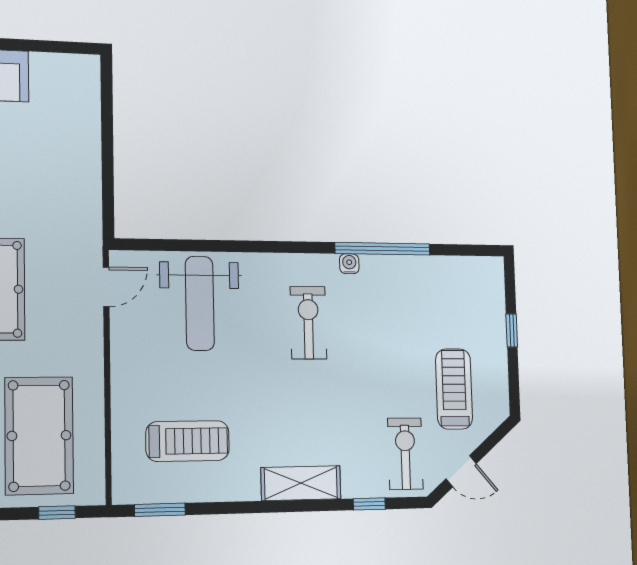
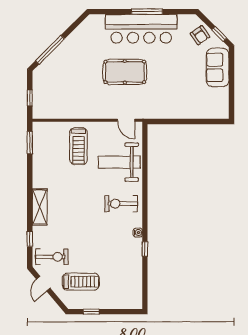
window: (383, 249) -> (145, 249), width x0.32
exercise bike: (308, 323) -> (121, 204), moved, turned 180
window: (512, 331) -> (91, 312), moved
pool table: (39, 436) -> (62, 90), removed
treadmill: (188, 441) -> (78, 146), moved

